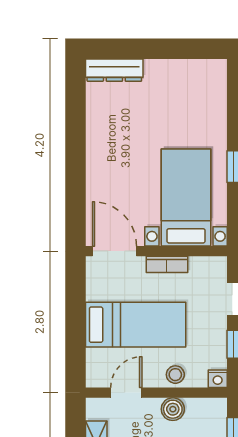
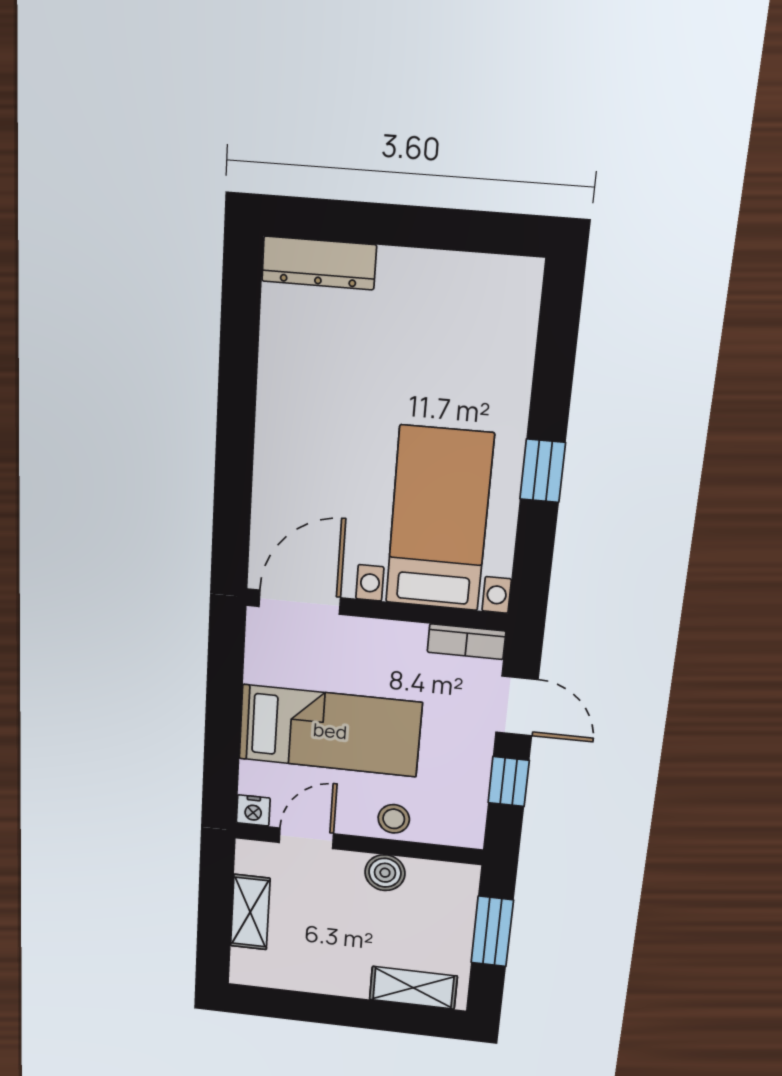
door: (115, 251) -> (300, 602), hinge flipped
bookcase: (167, 264) -> (466, 642), moved
nightstand: (218, 379) -> (253, 810), moved

